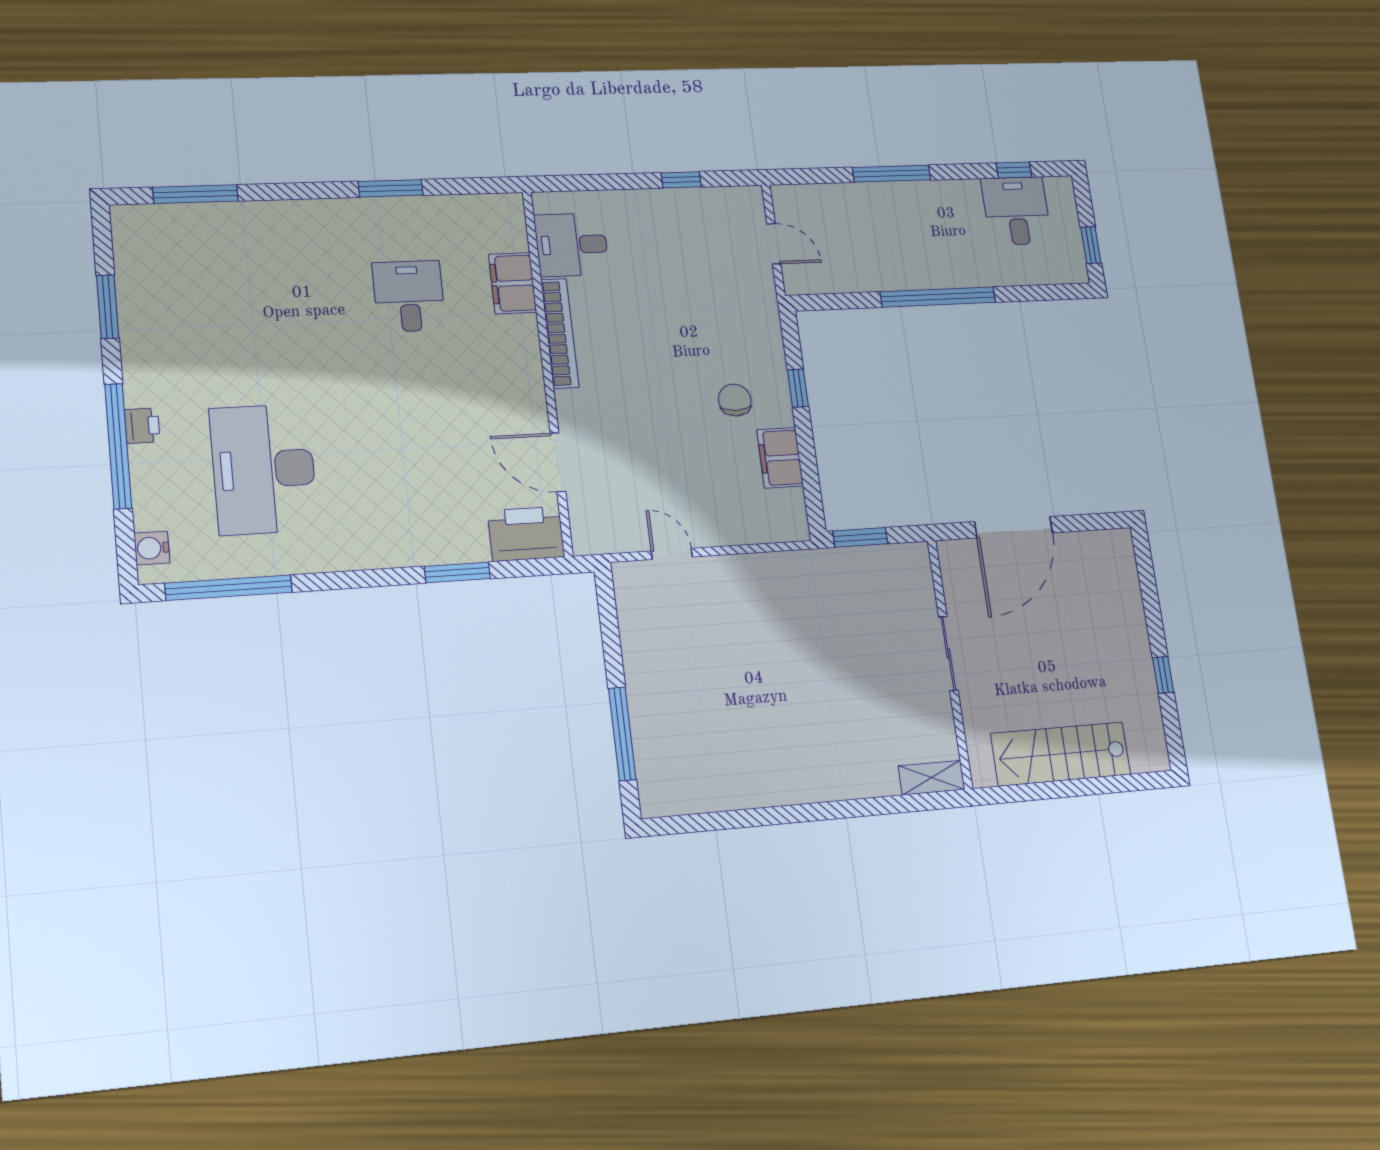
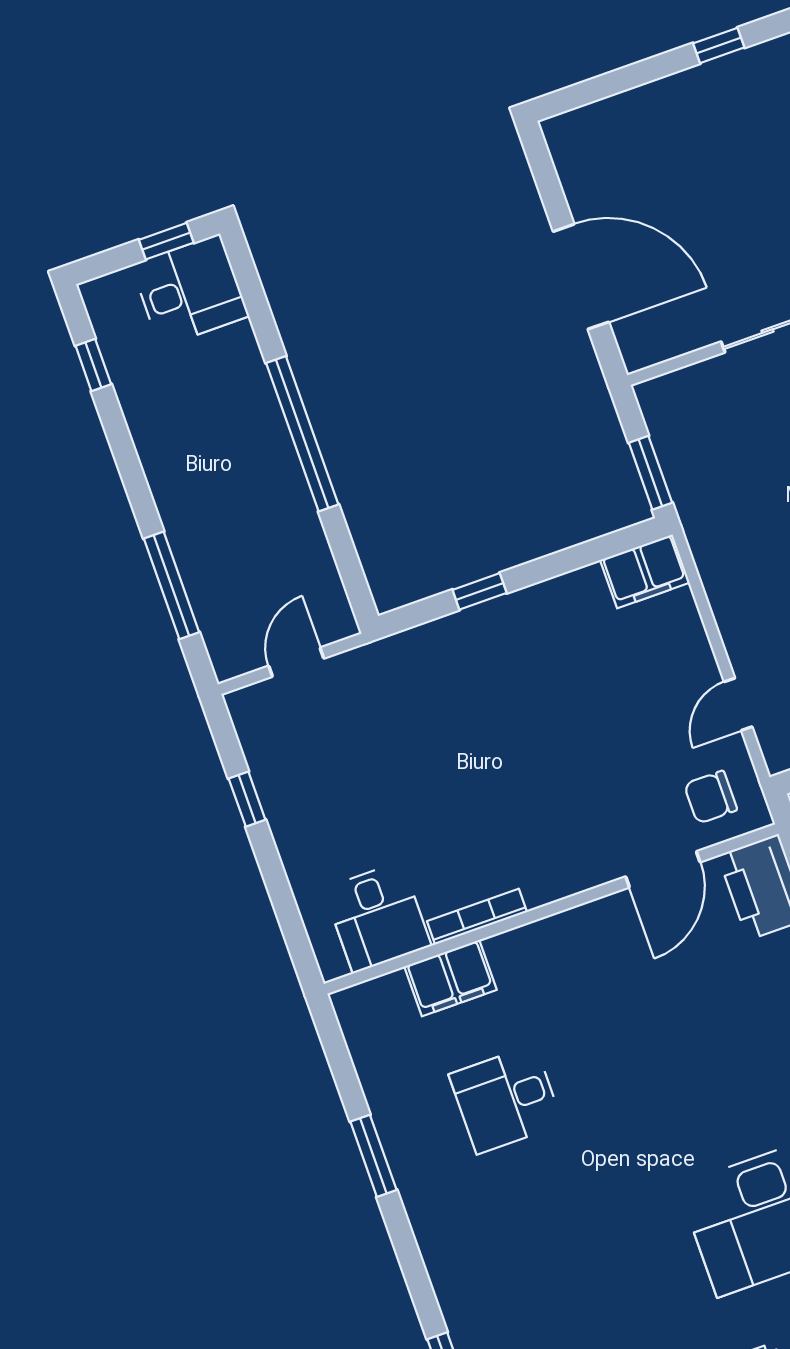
window: (892, 174) -> (171, 585), moved
desk: (1016, 211) -> (190, 291), moved, turned 180
bookcase: (560, 333) -> (477, 917), width x0.68, depth x0.76
chair: (735, 400) -> (711, 797), moved
filing cabinet: (780, 458) -> (645, 571), moved

